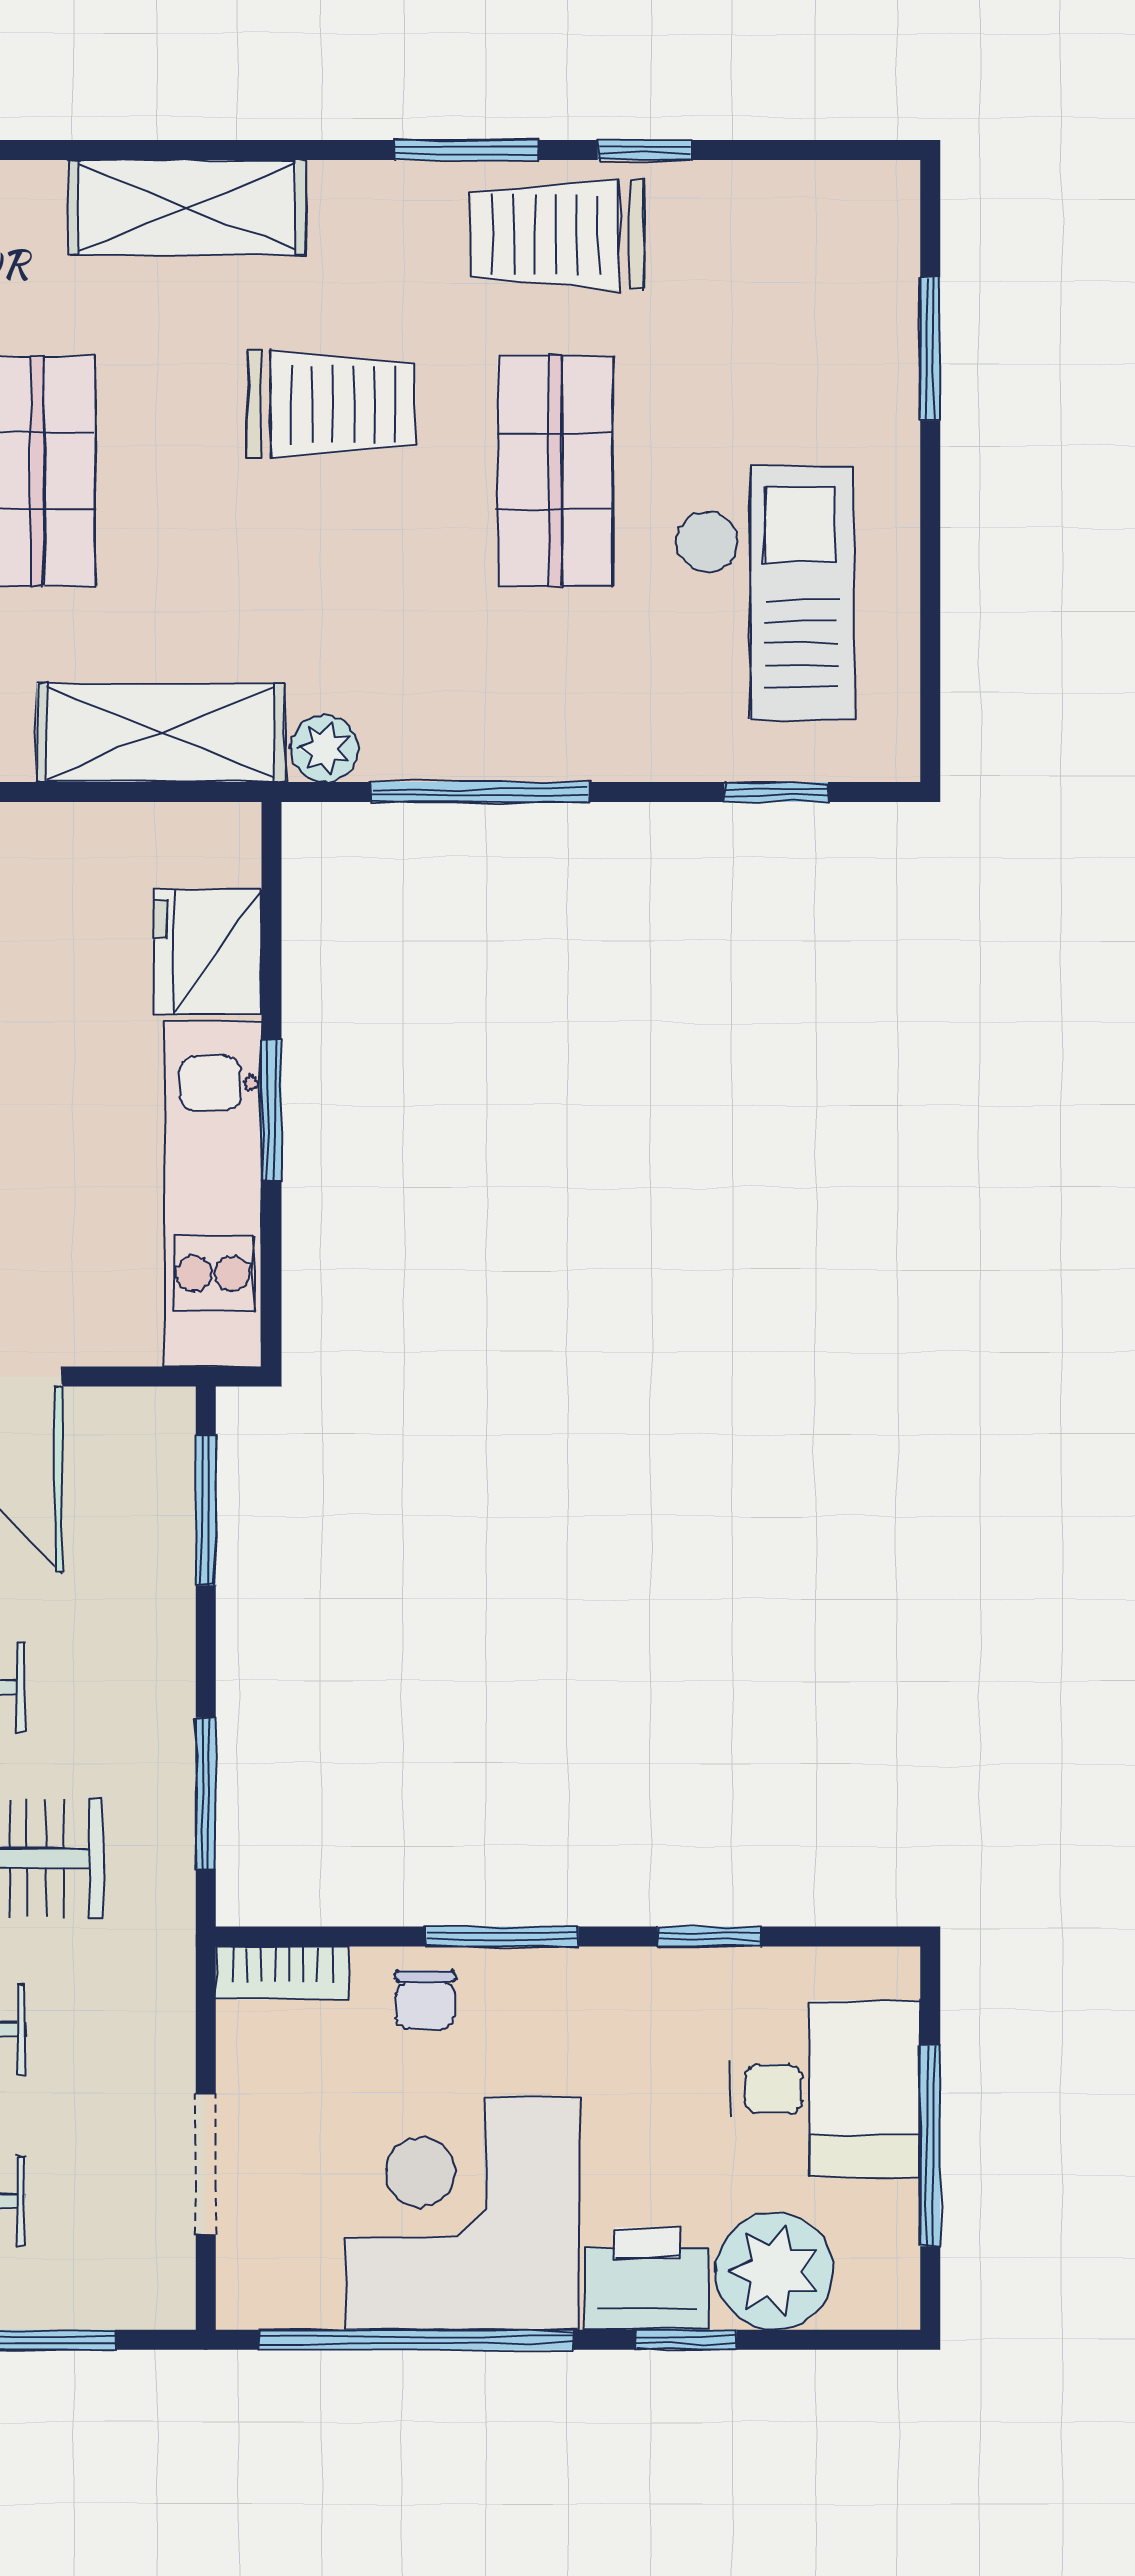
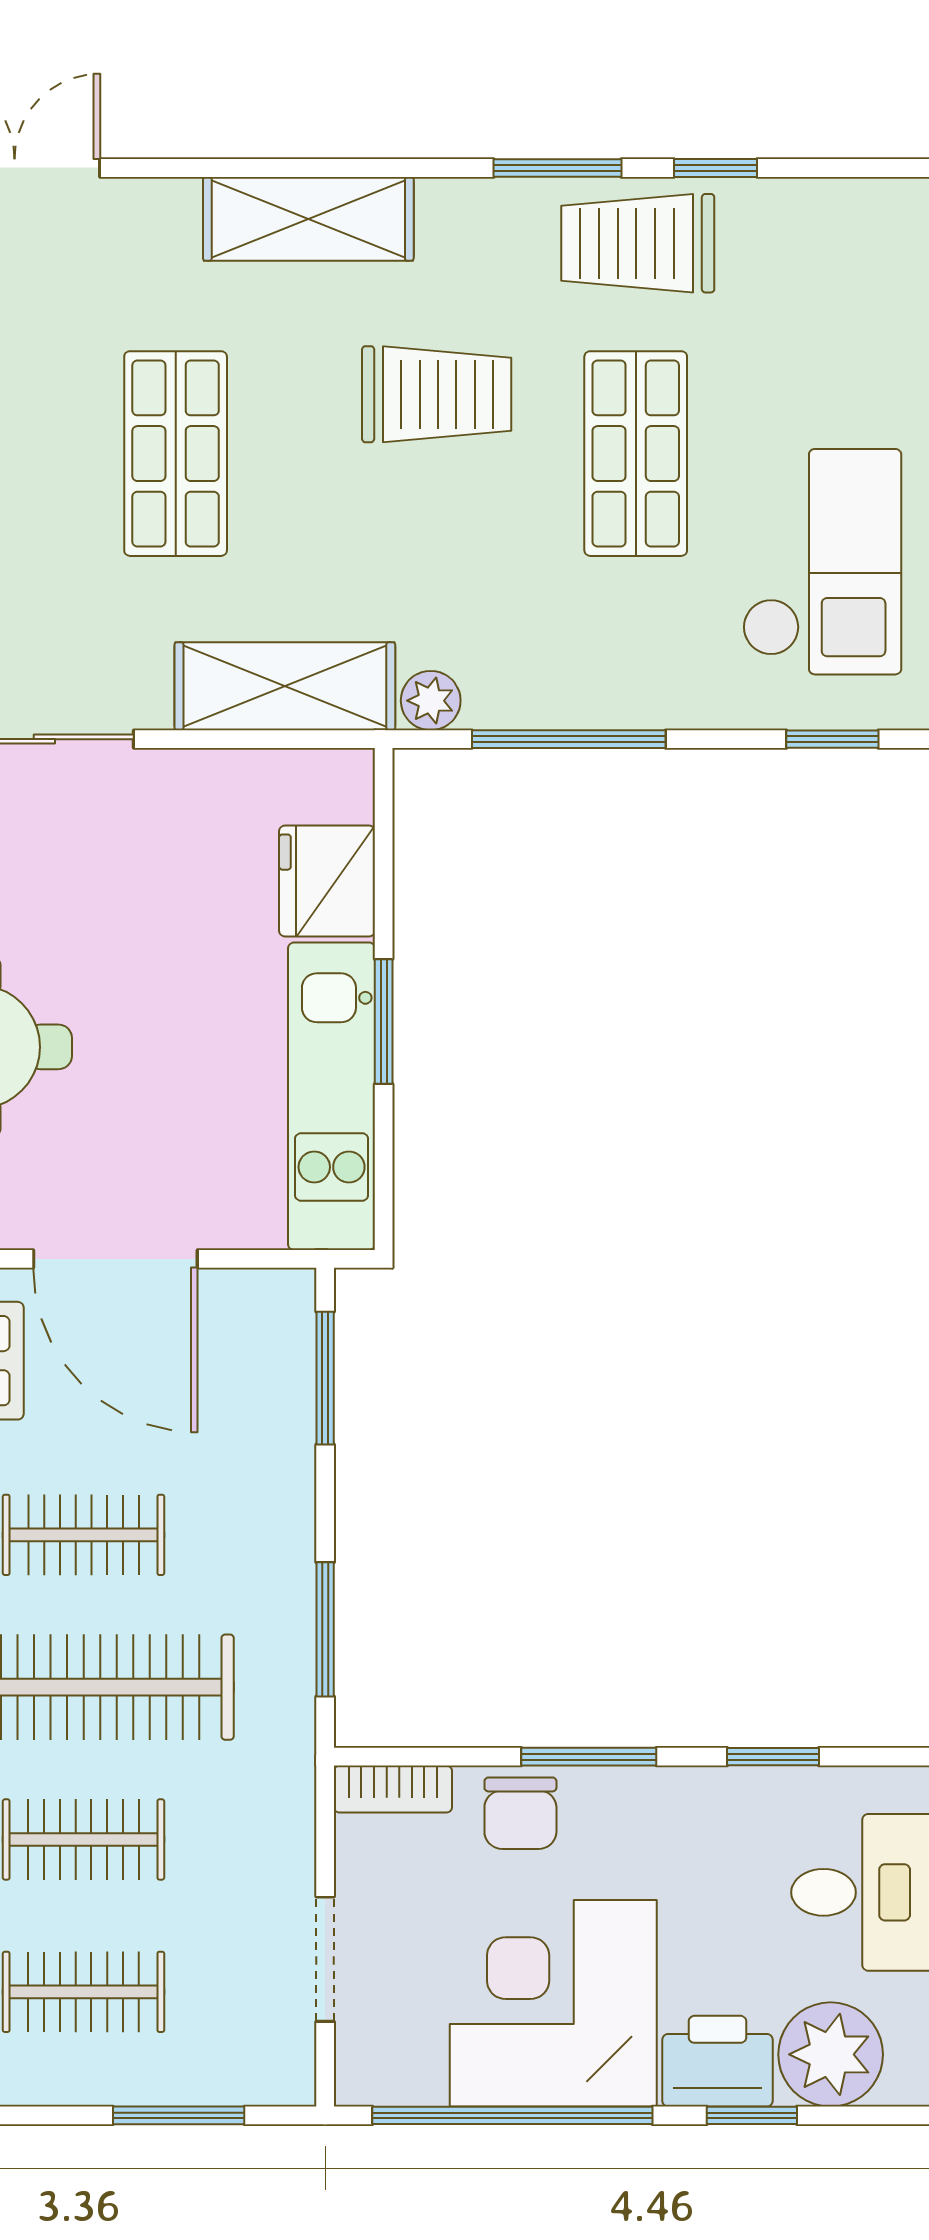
chair: (425, 2000) -> (520, 1813), width x1.37, depth x1.37

